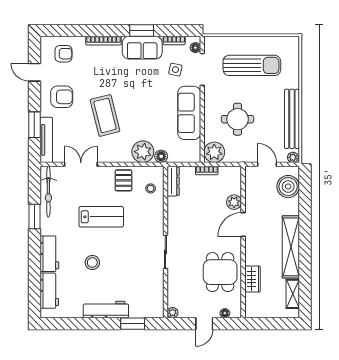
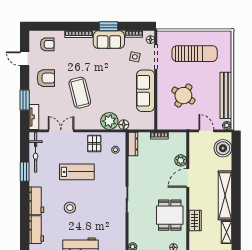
round table: (238, 119) -> (183, 96), turned 32
tv unit: (46, 140) -> (34, 117), width x0.71
plant: (214, 152) -> (165, 121), removed

